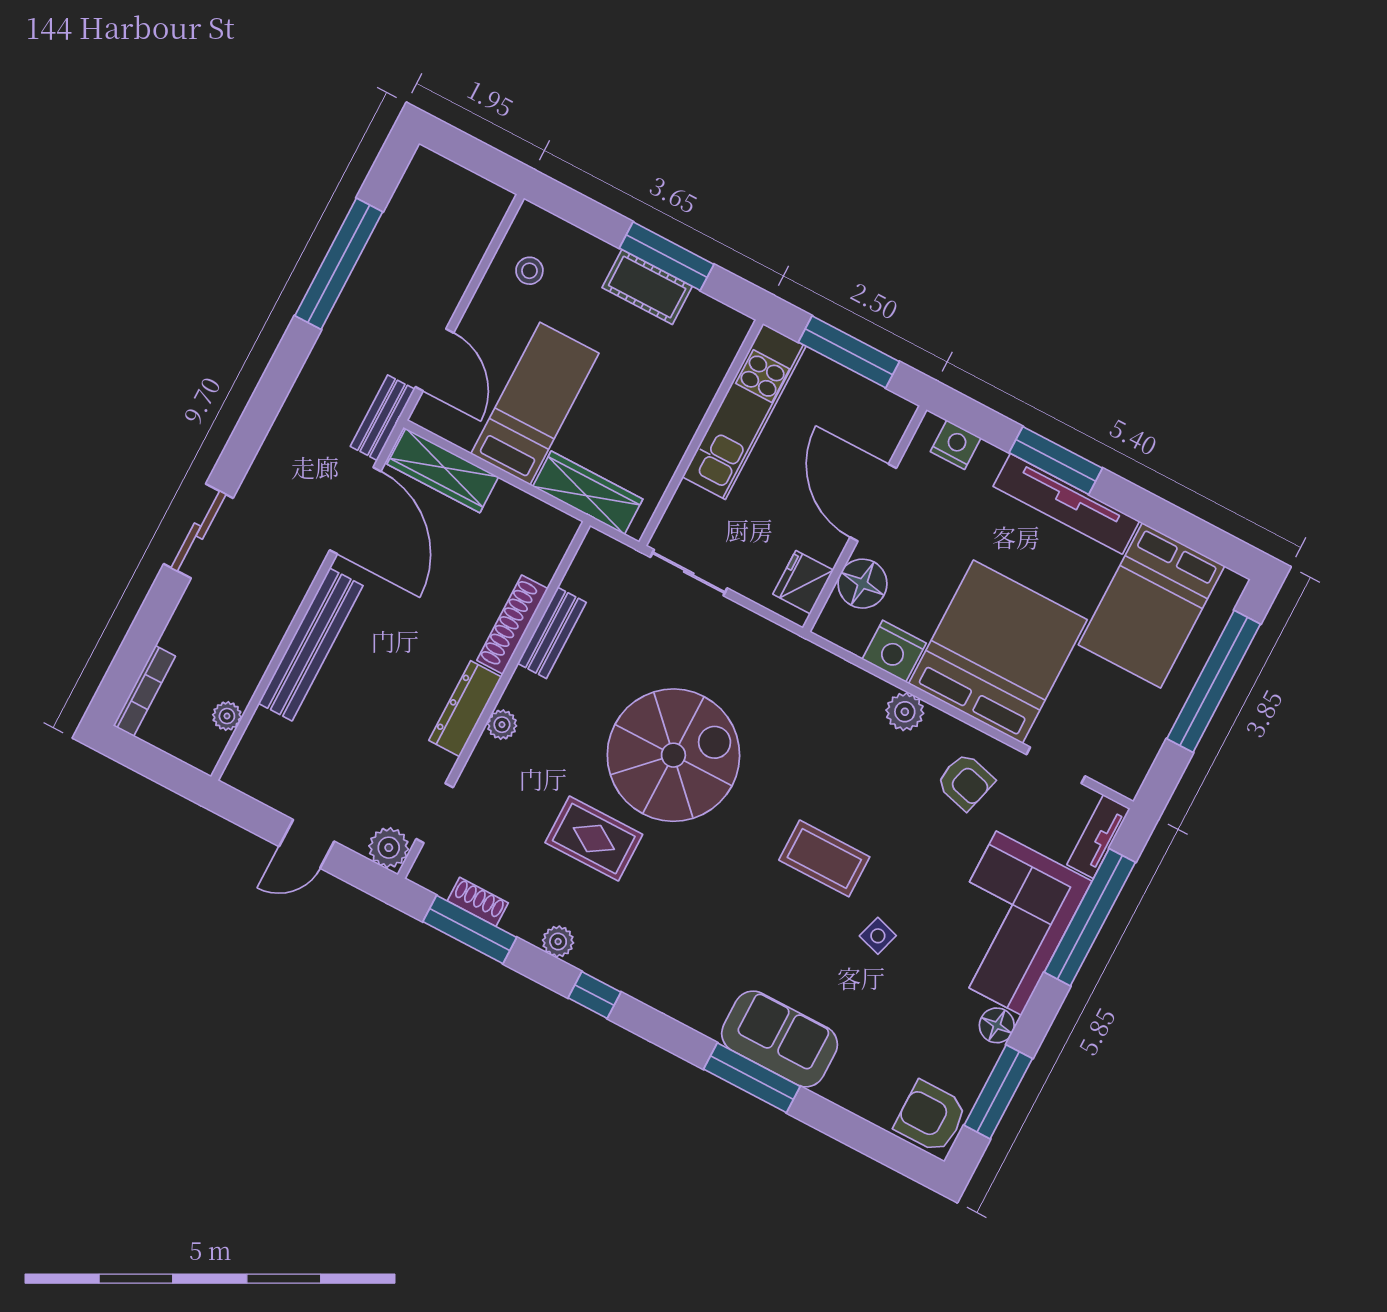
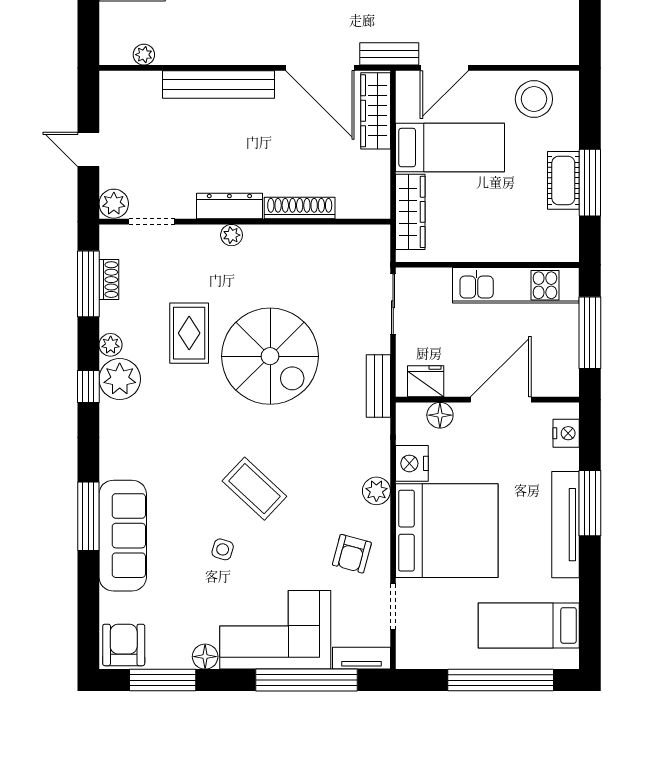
stool: (529, 271) -> (534, 99), width x1.89, depth x1.89
door: (355, 511) -> (320, 68), hinge flipped
floor lamp: (862, 584) -> (440, 415), width x0.73, depth x0.73
bed: (1151, 605) -> (529, 625), width x0.67
bench: (552, 633) -> (378, 386), moved, turned 90
coffee table: (824, 858) -> (254, 489), turned -47
plant: (605, 952) -> (120, 379), added
sofa: (780, 1039) -> (123, 536), width x1.36

